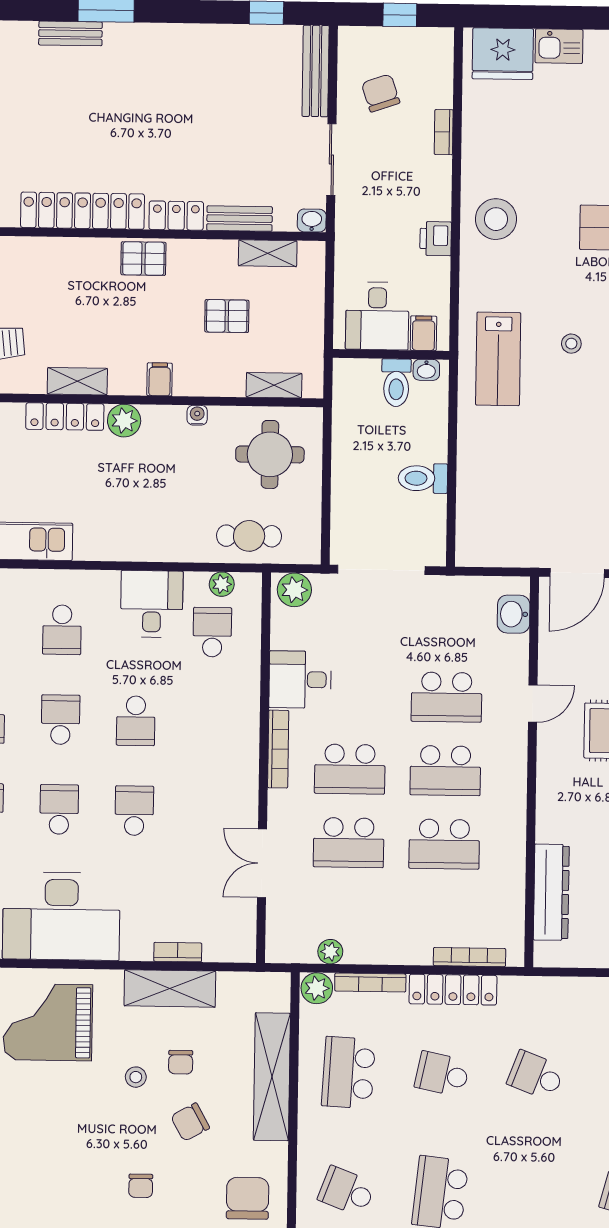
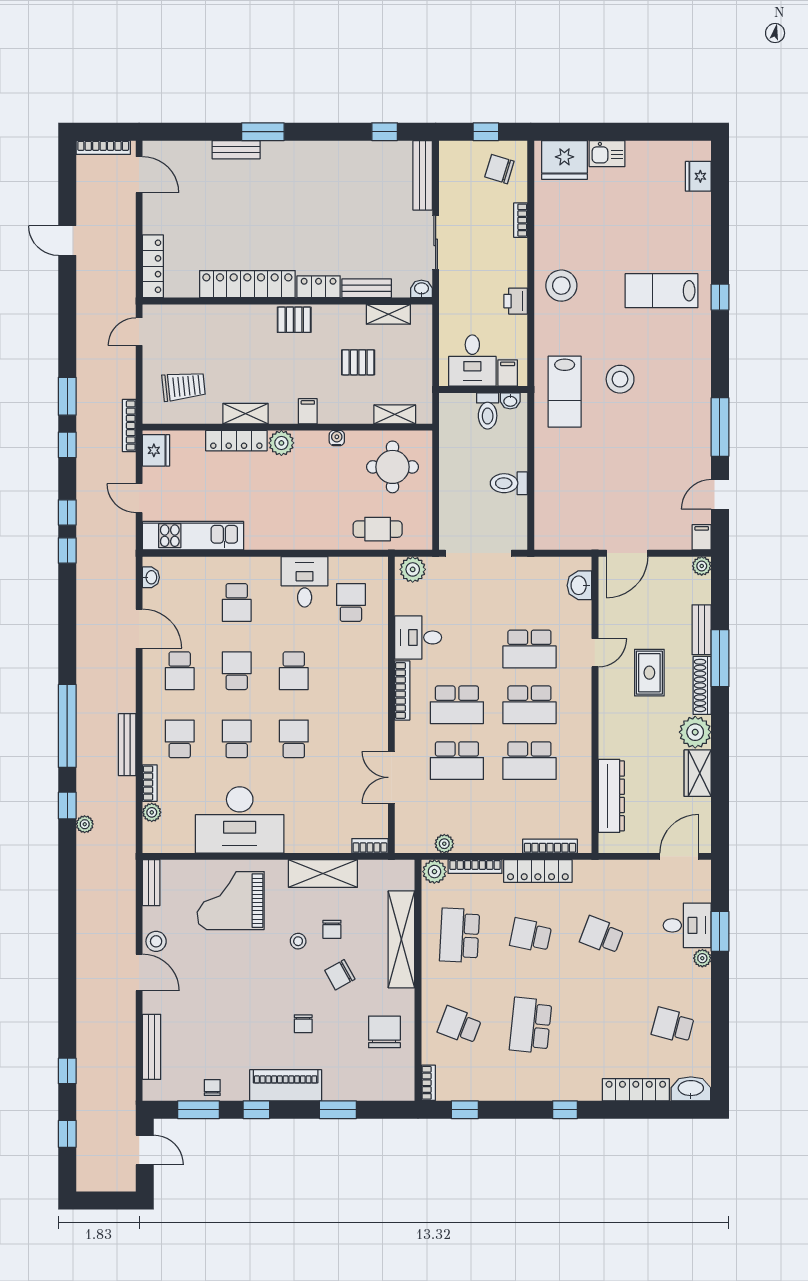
chair: (381, 93) -> (499, 169), moved, turned -54
stool: (571, 344) -> (620, 379), width x1.89, depth x1.89
plant: (222, 584) -> (357, 566), removed
bookcase: (178, 952) -> (370, 846), moved

